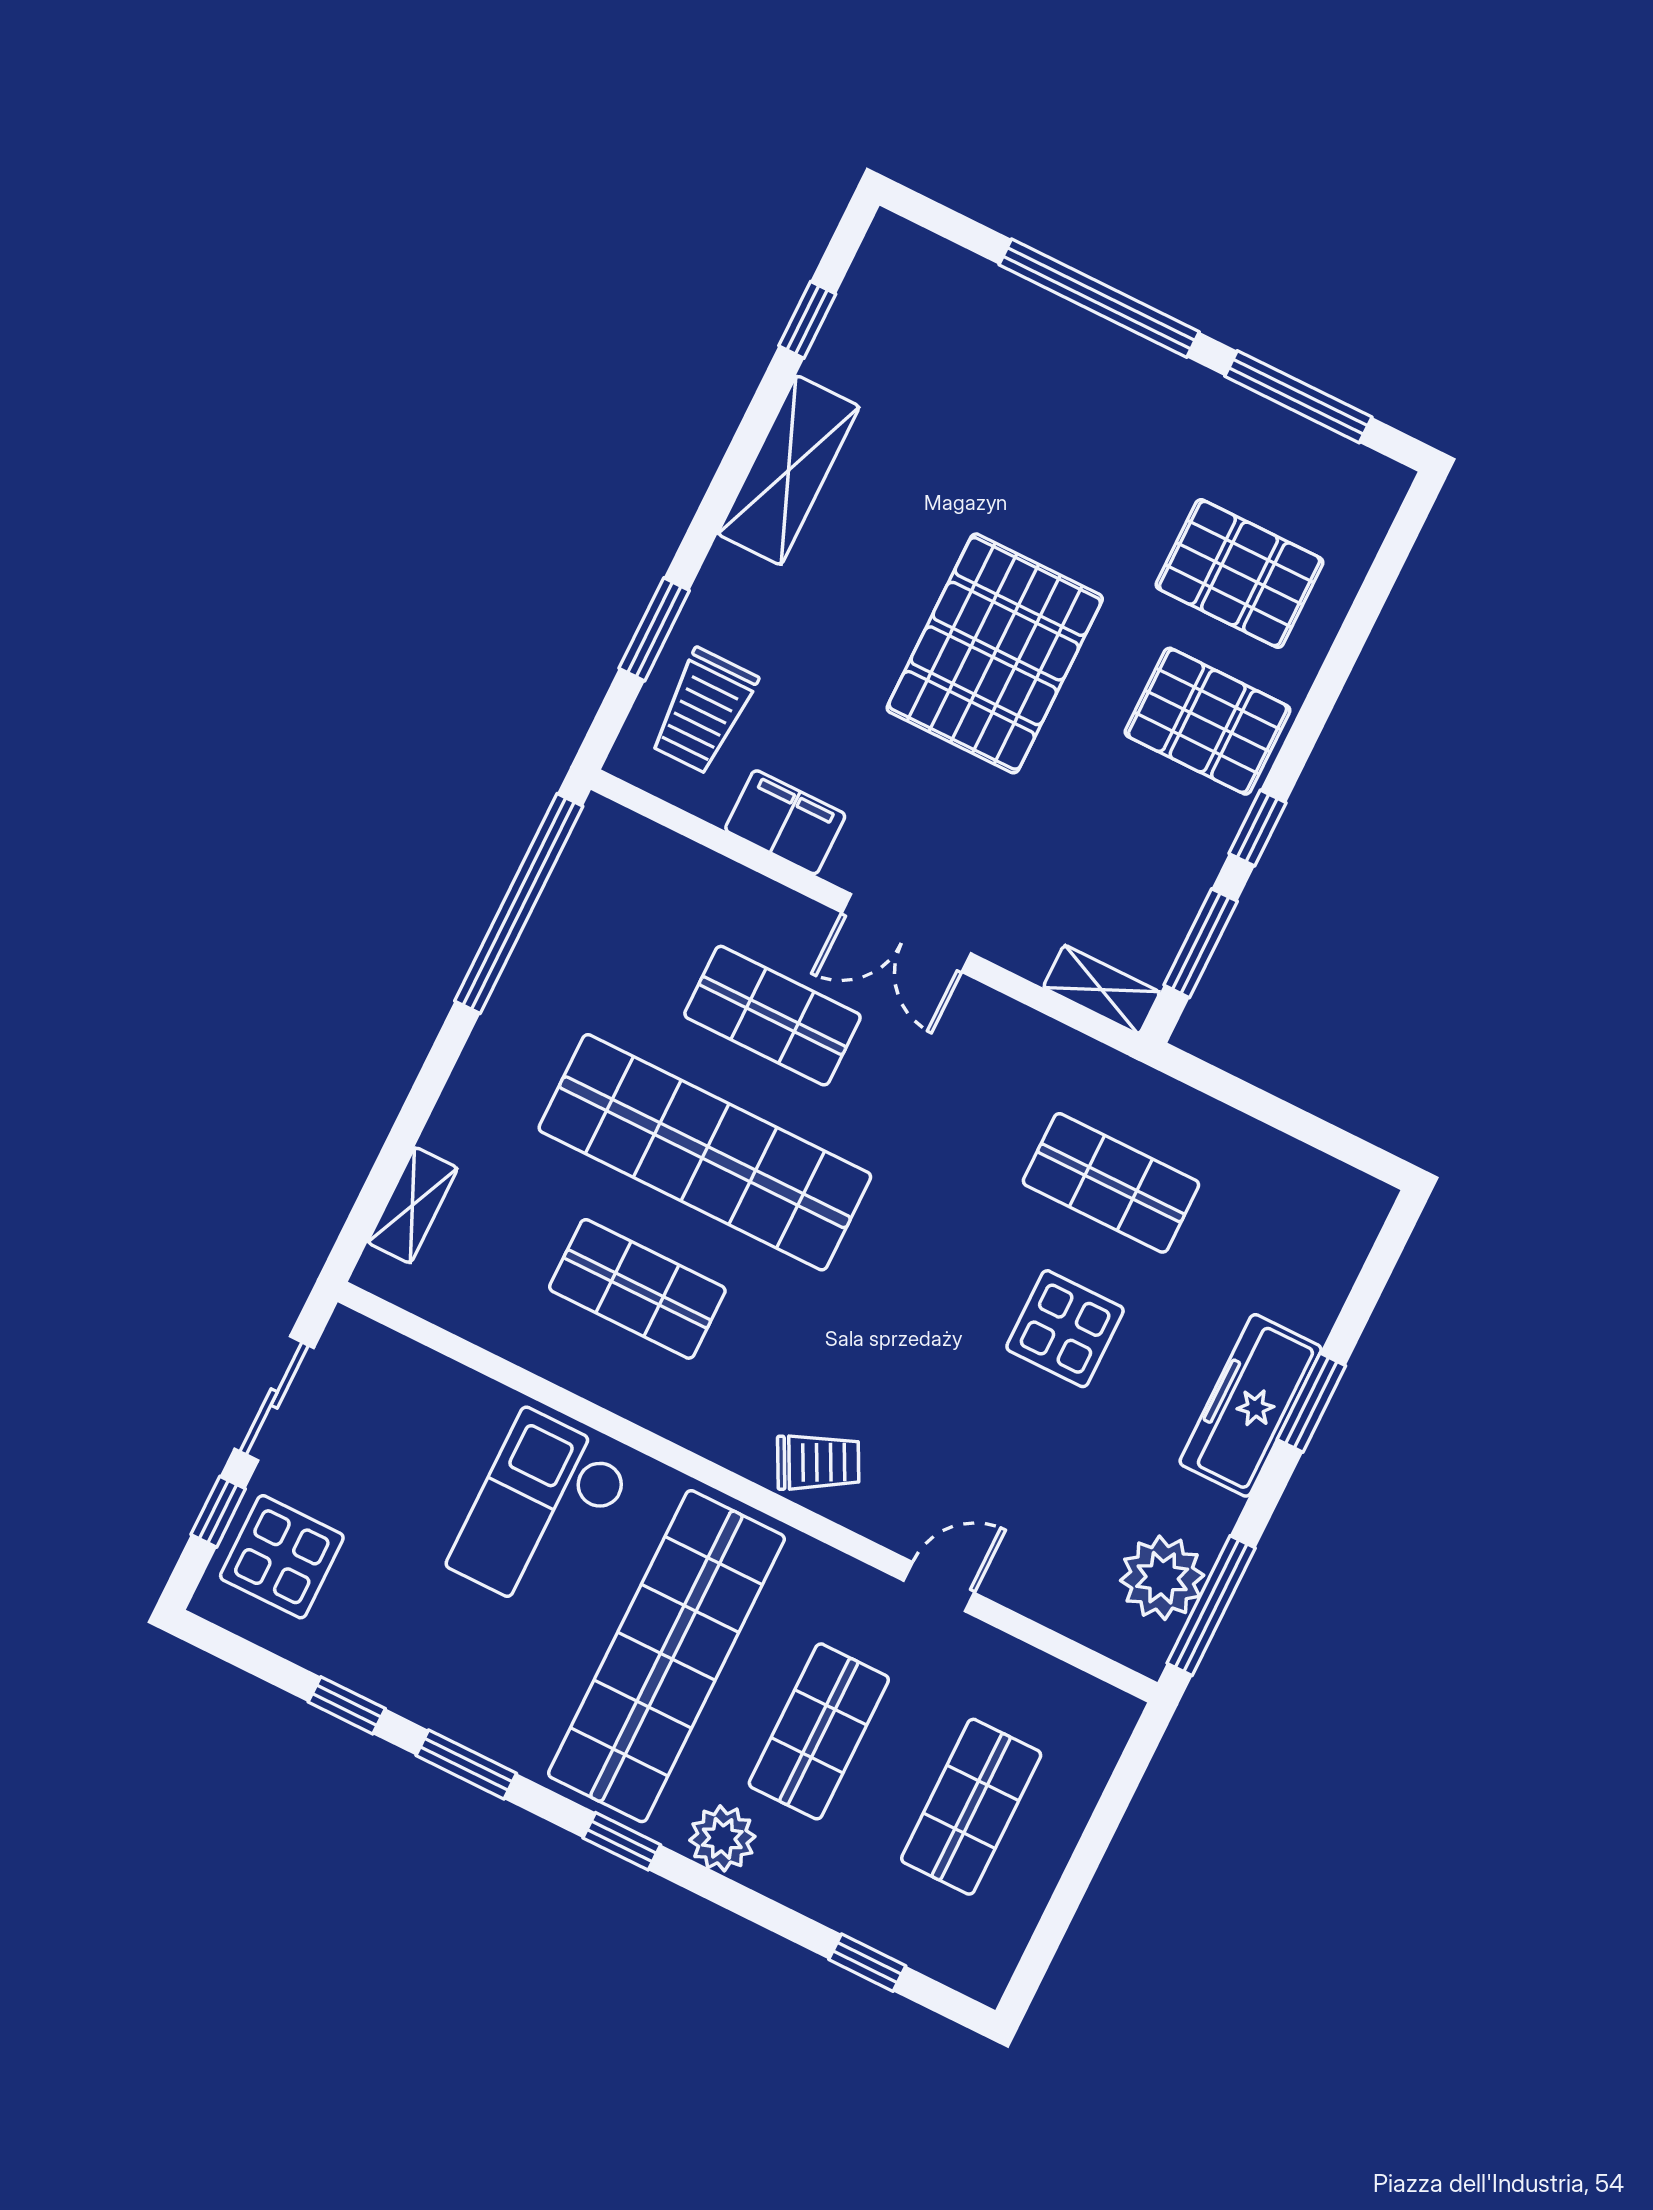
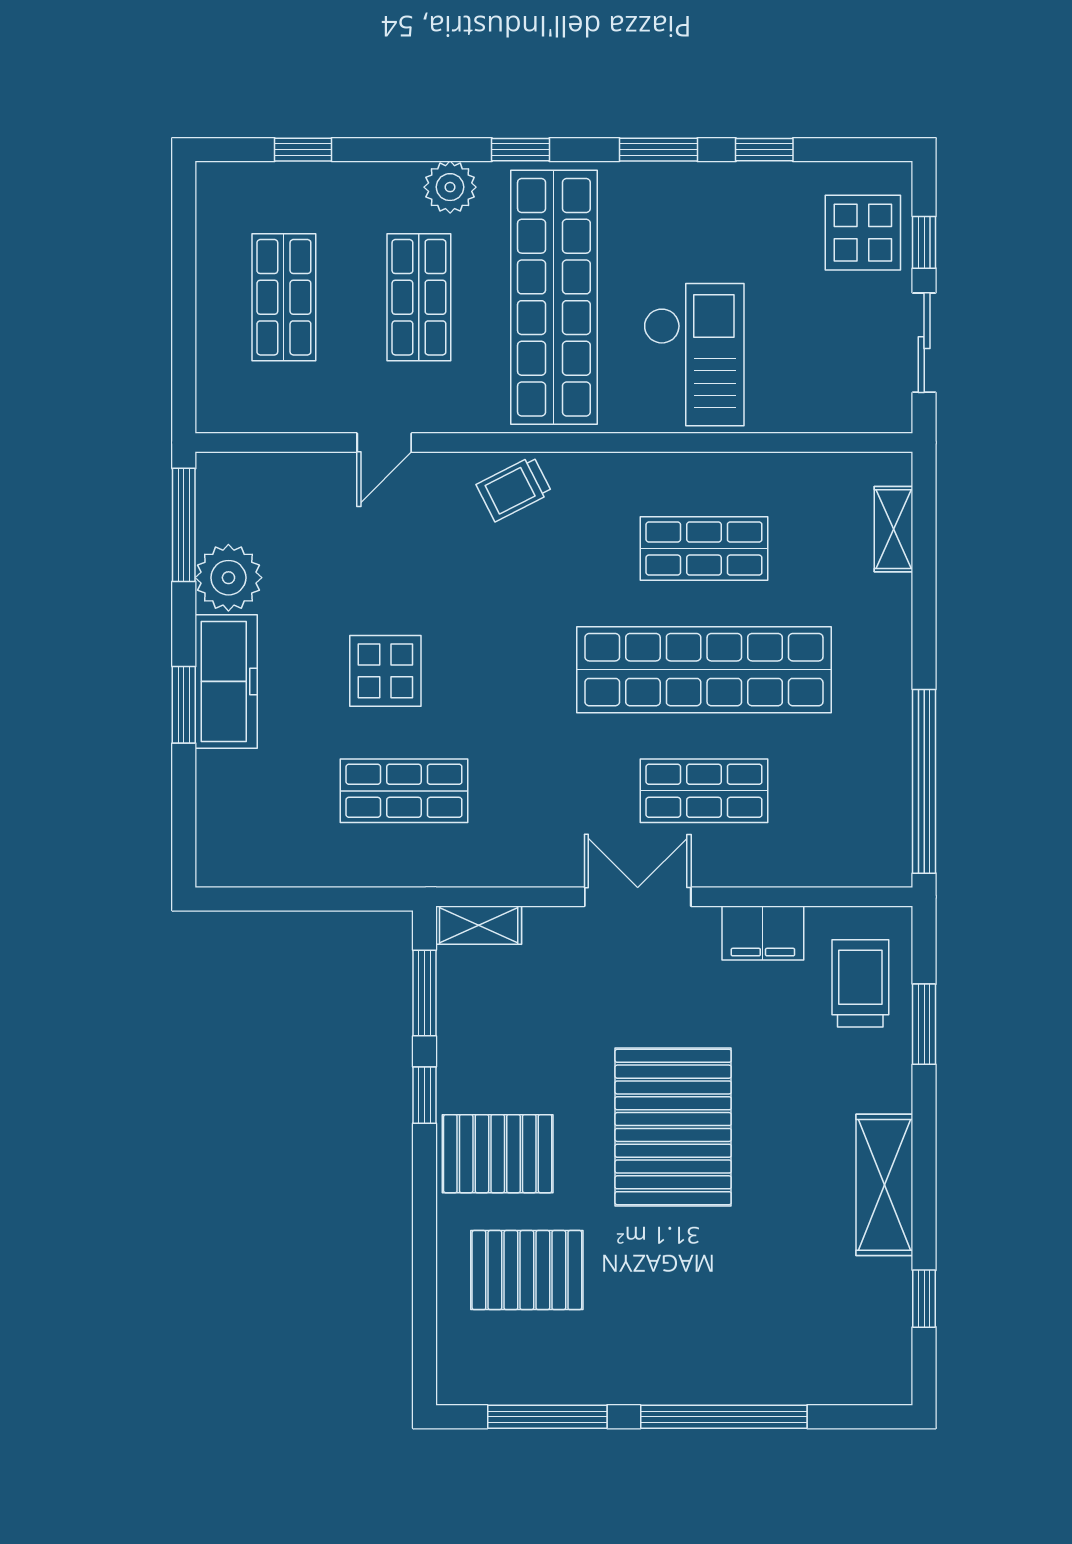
plant: (1162, 1578) -> (228, 578), moved

